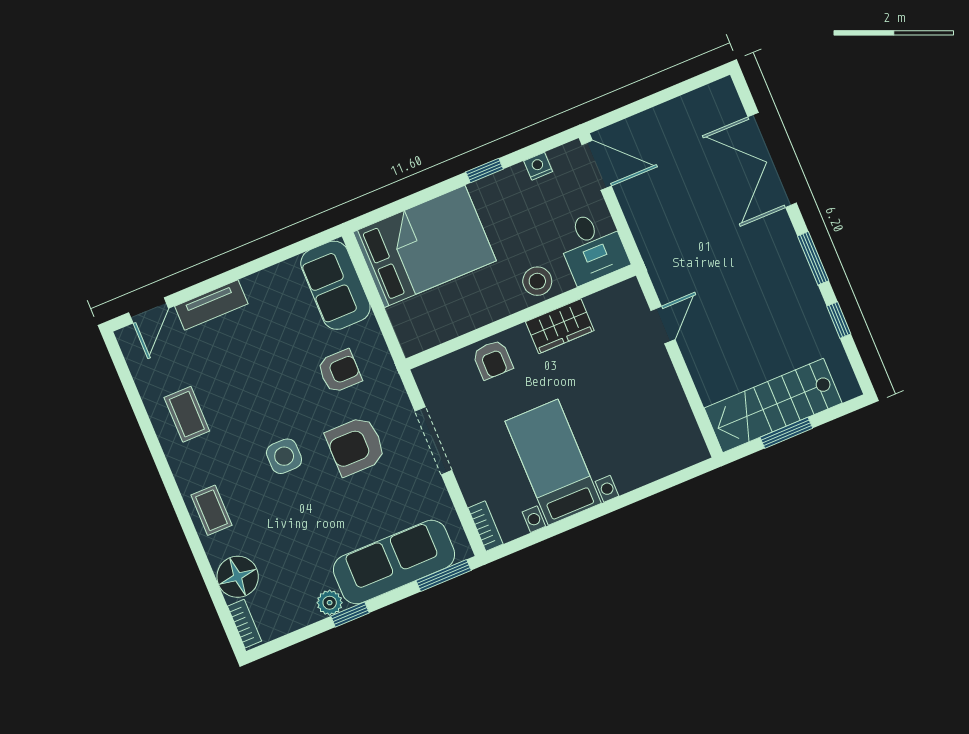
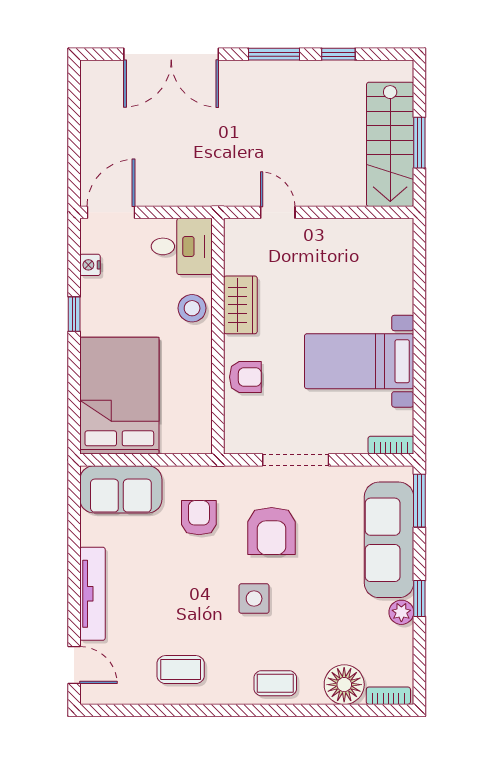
tv unit: (211, 305) -> (92, 594), width x1.41

